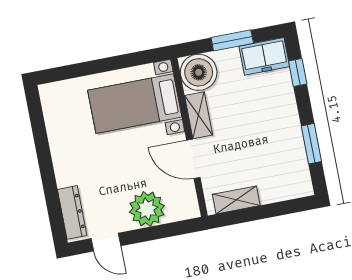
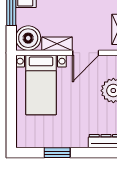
window: (42, 145) -> (57, 153), added

